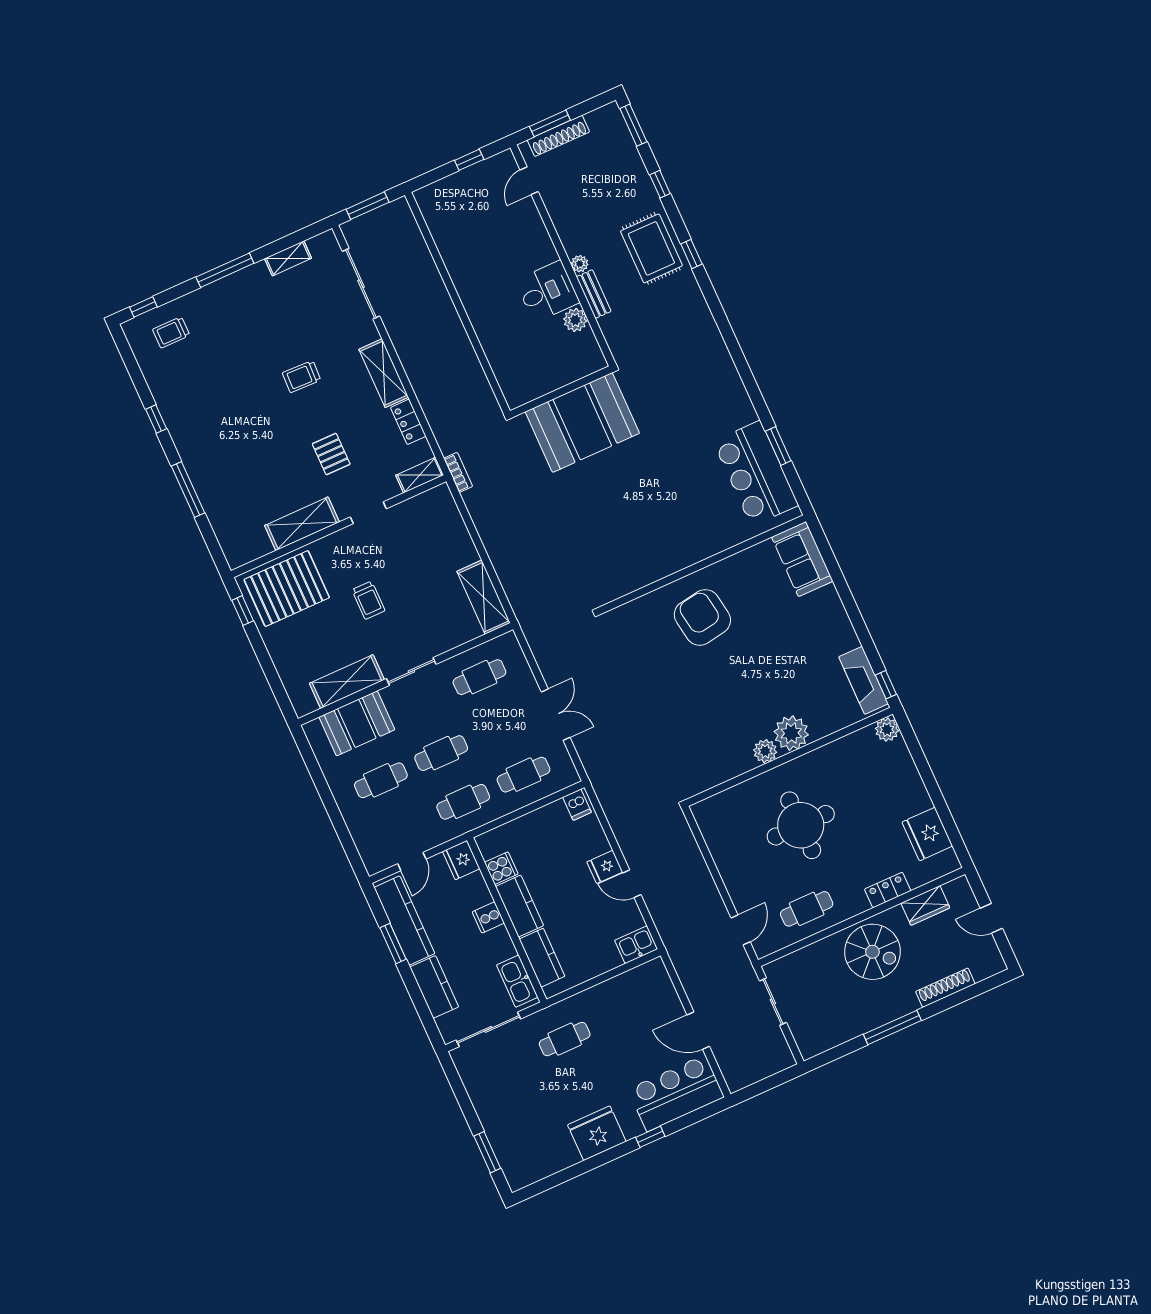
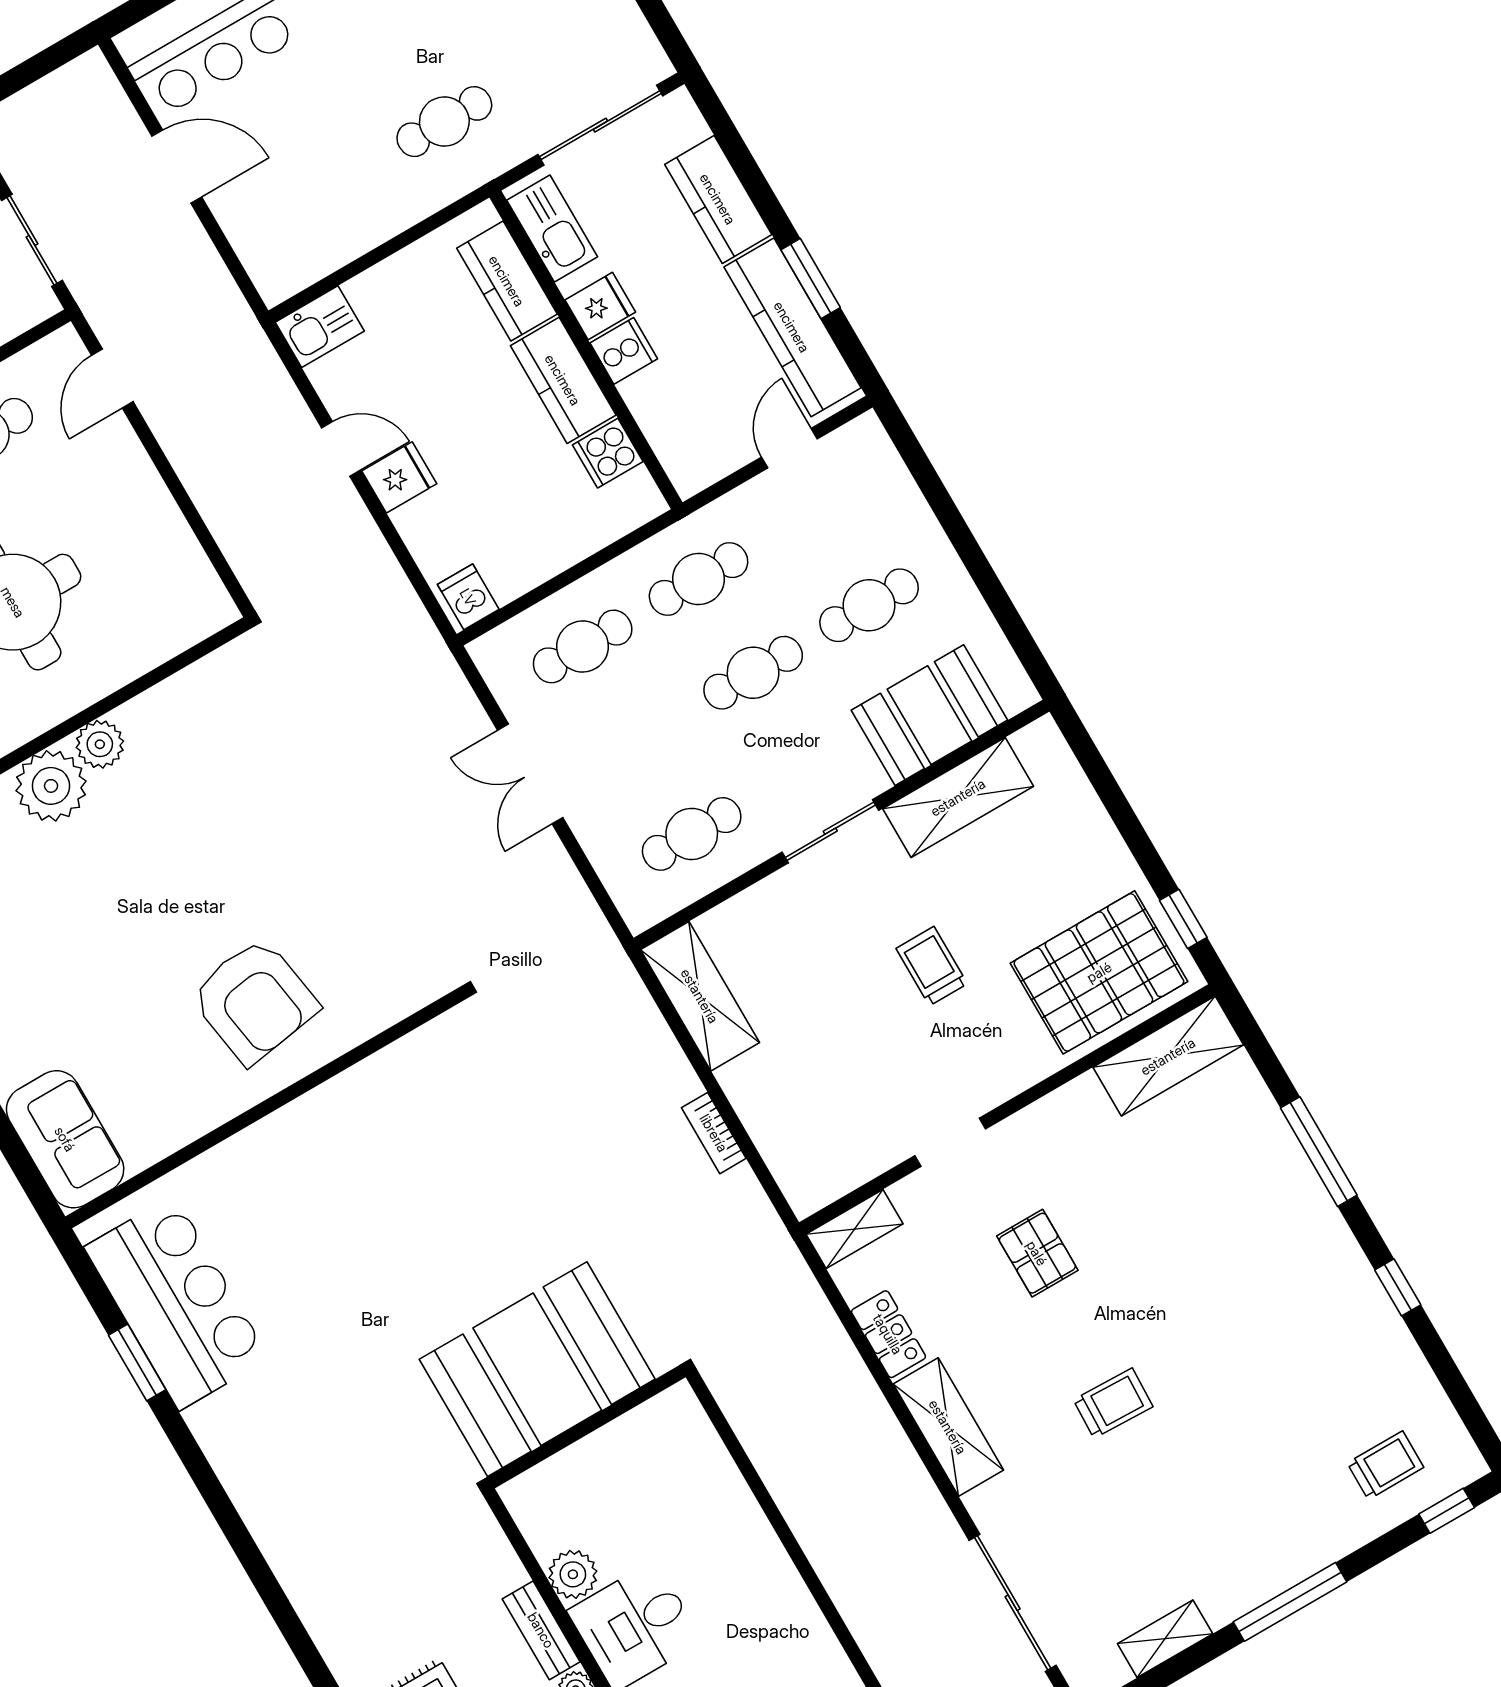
bookcase: (458, 472) -> (714, 1133), moved
shelving: (302, 524) -> (1168, 1056), moved
fridge: (461, 860) -> (600, 306), moved, width x0.72

